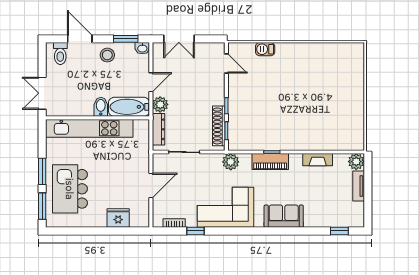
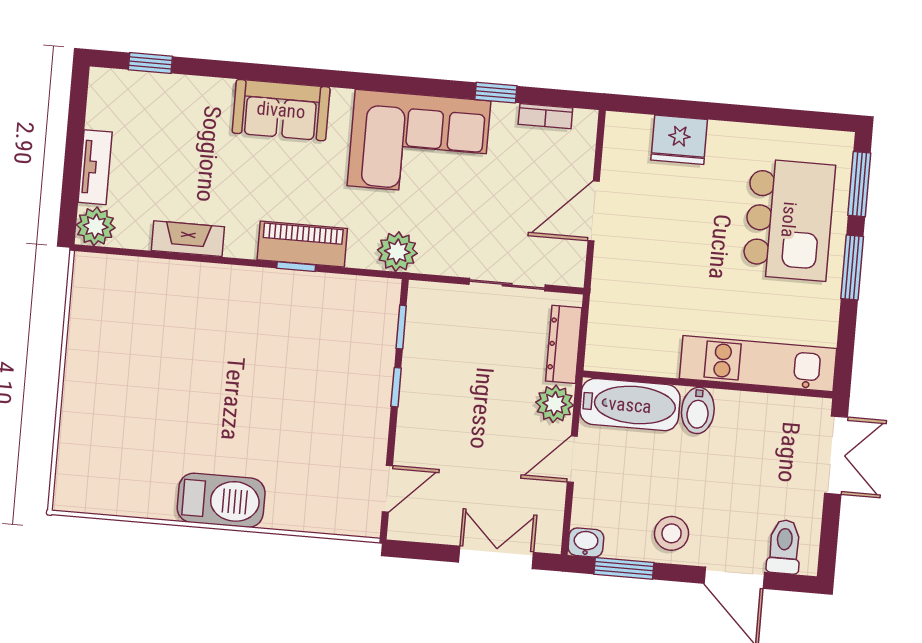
barbecue: (265, 49) -> (221, 500), moved, width x1.88, depth x1.53
door: (226, 63) -> (387, 489), swing flipped
shoe rack: (219, 126) -> (419, 340), removed
kitchen unit: (89, 128) -> (758, 364), width x0.73

